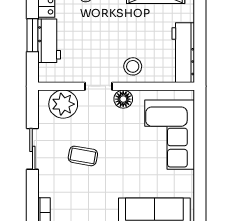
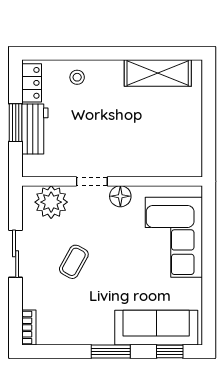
workbench: (183, 53) -> (189, 143), removed
stool: (133, 66) -> (131, 159), removed
coffee table: (83, 156) -> (74, 262), turned -71

